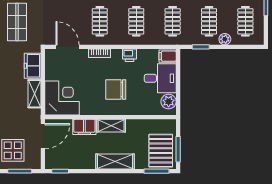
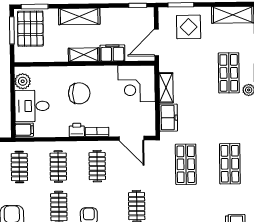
printer: (129, 55) -> (77, 130), moved

